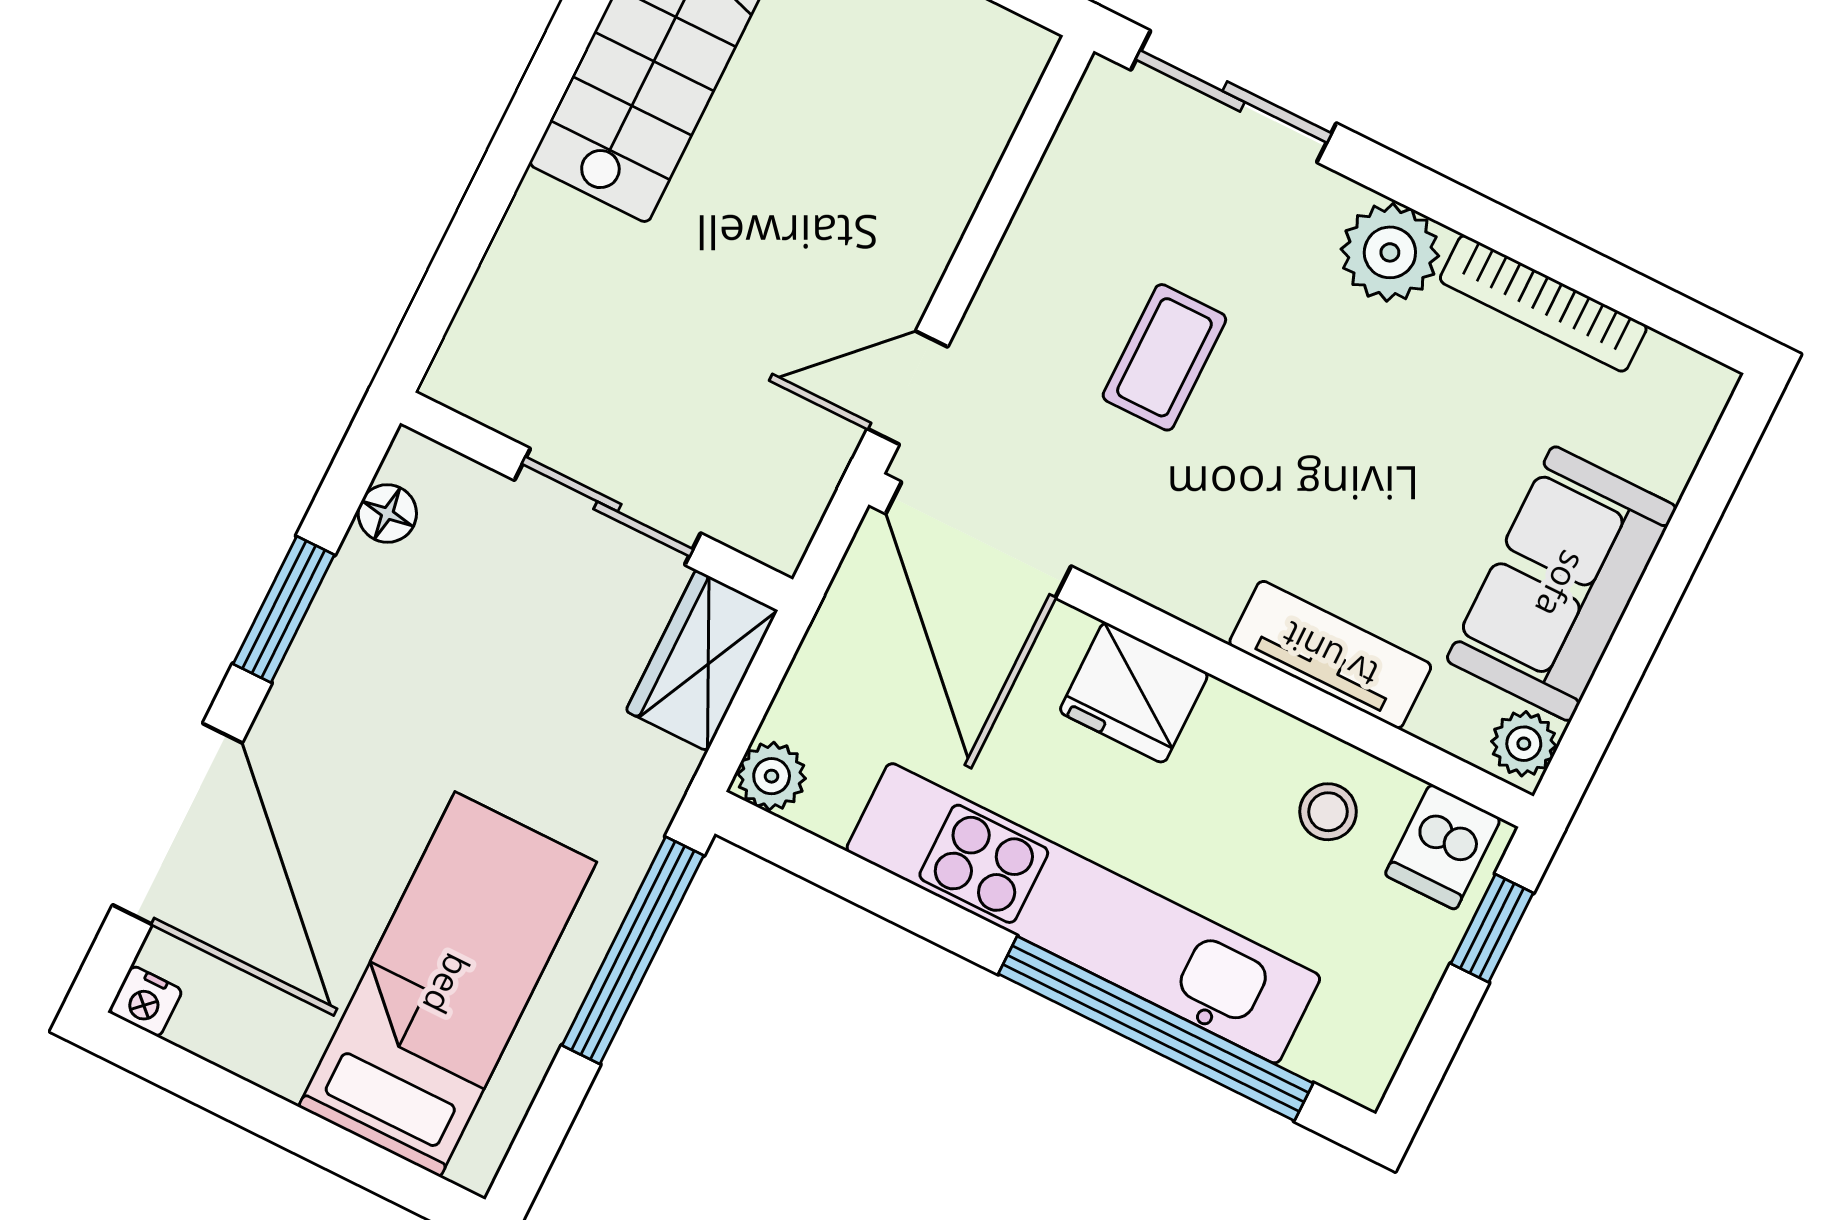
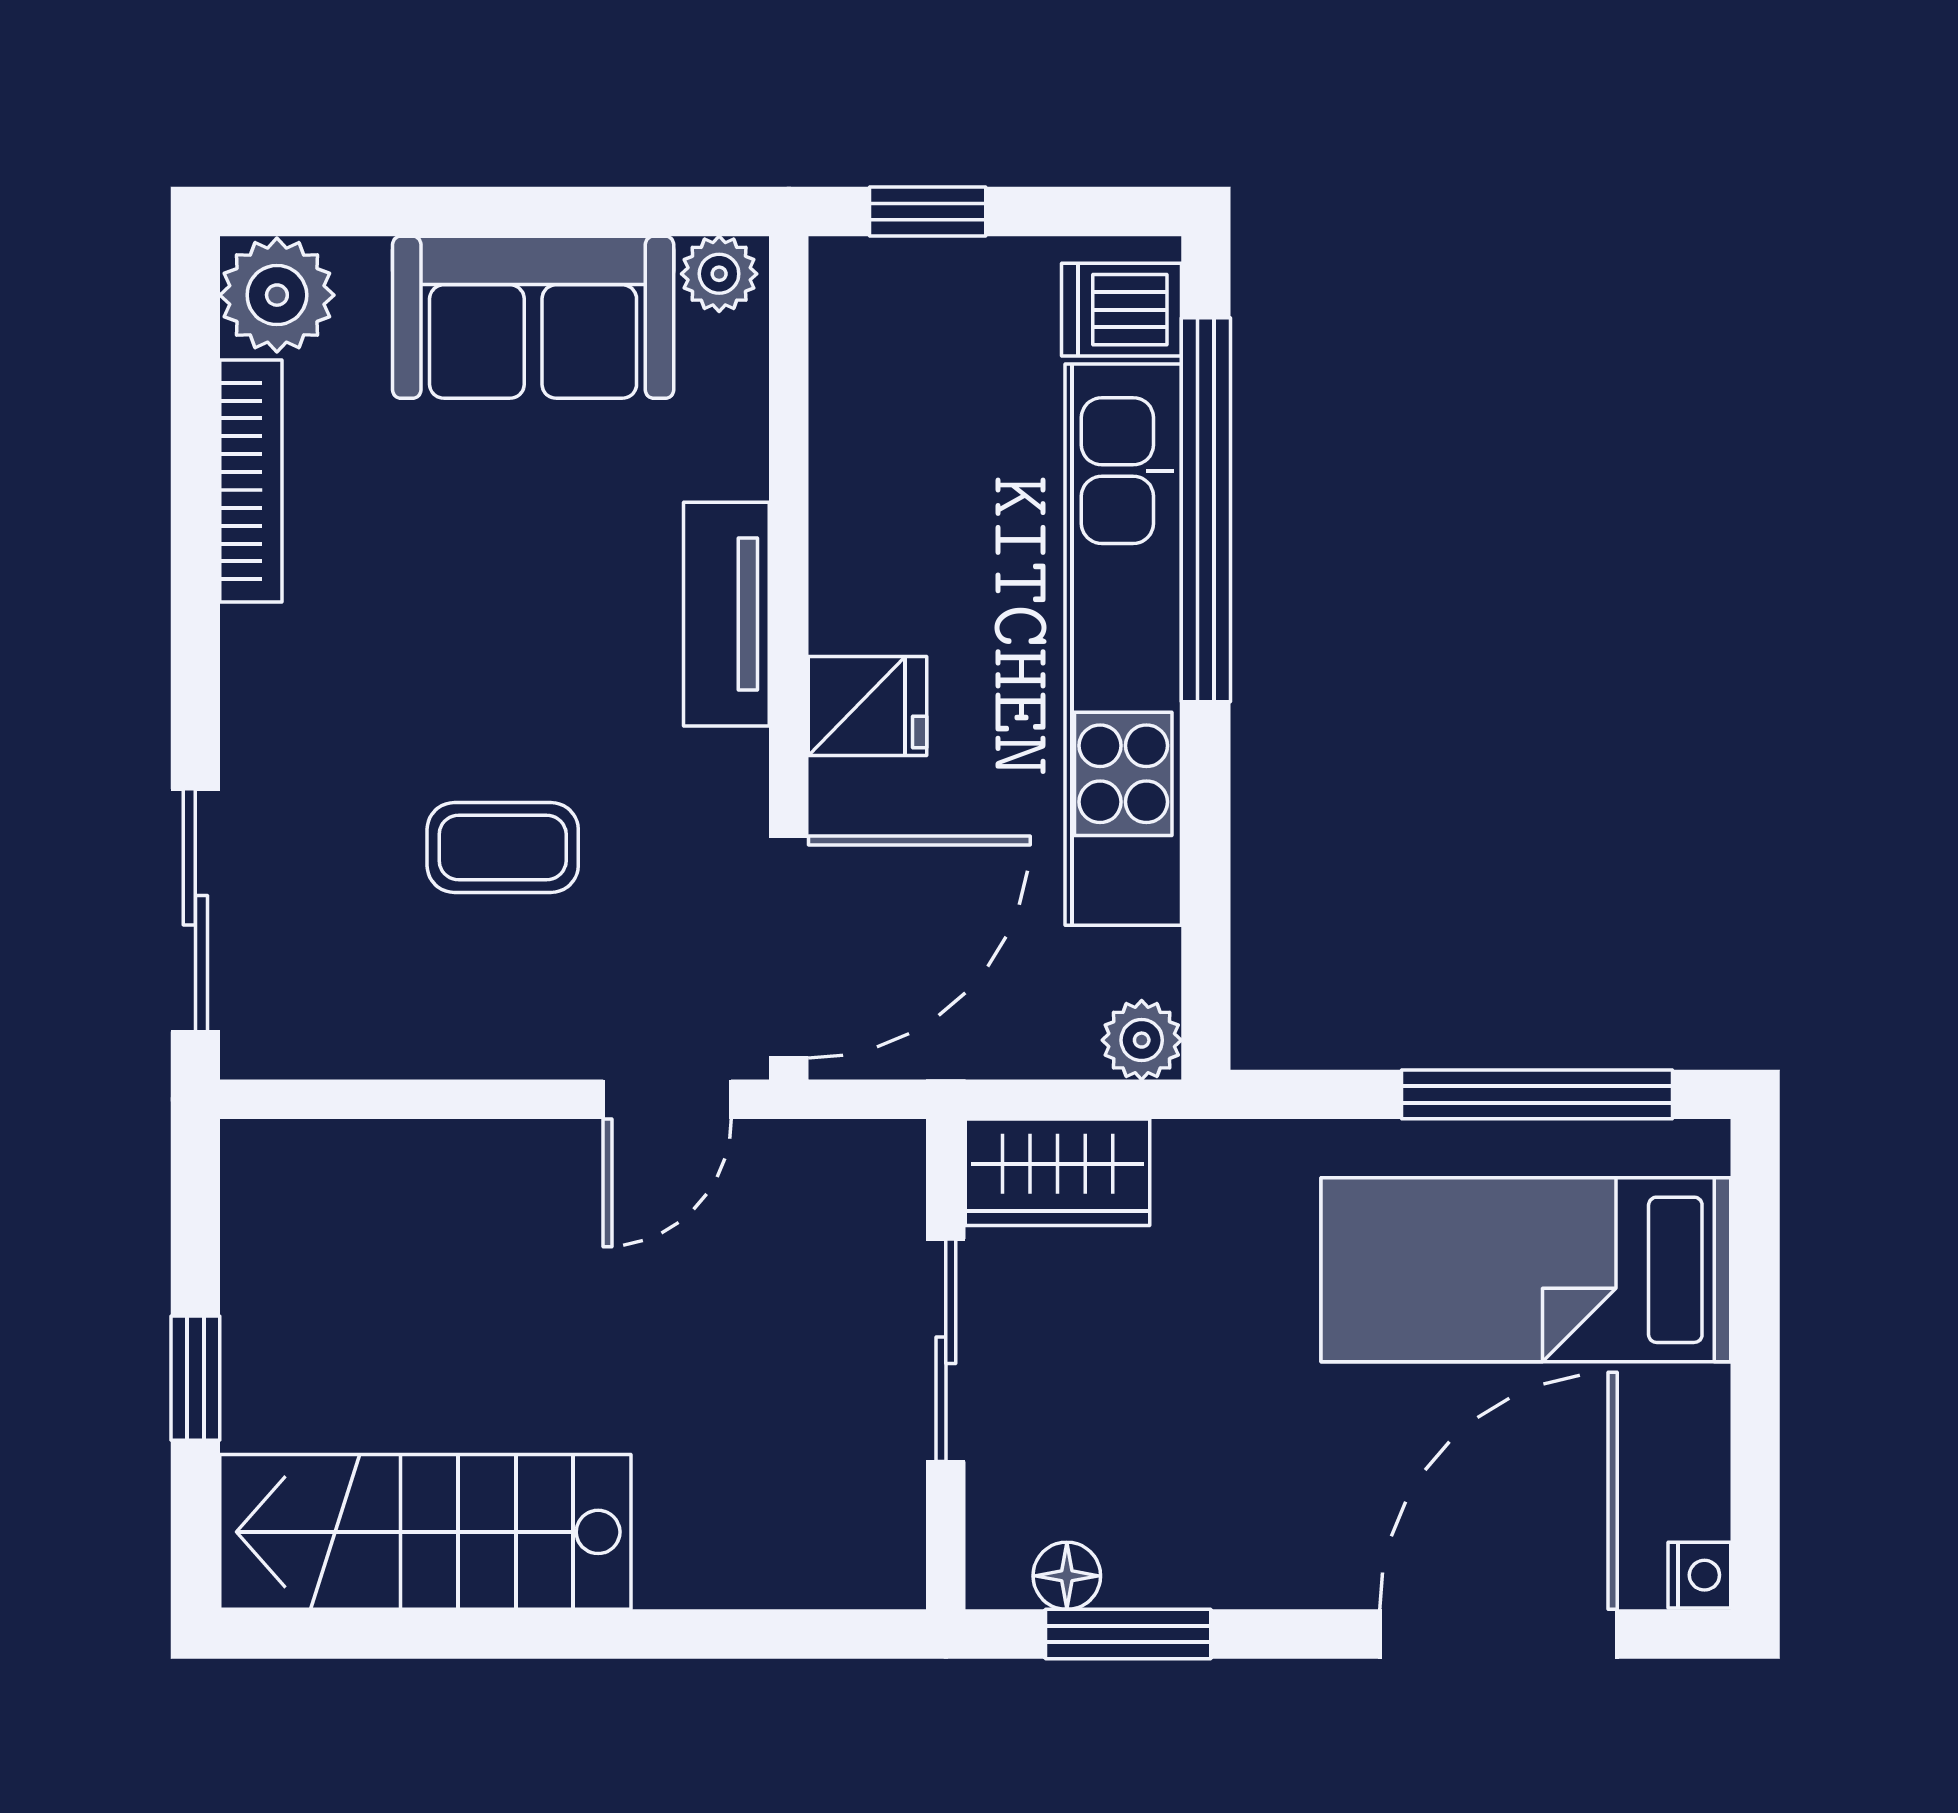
plant: (1390, 252) -> (277, 295), moved
door: (907, 388) -> (667, 1099), hinge flipped
window: (284, 609) -> (1128, 1634), moved
tv unit: (1330, 655) -> (726, 614), moved
fridge: (1134, 693) -> (868, 706), width x0.72
stool: (1328, 812) -> (891, 442), removed
dishwasher: (1443, 847) -> (1121, 310), moved, turned 180
window: (633, 950) -> (1537, 1094), moved

